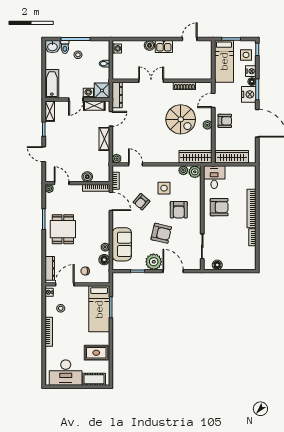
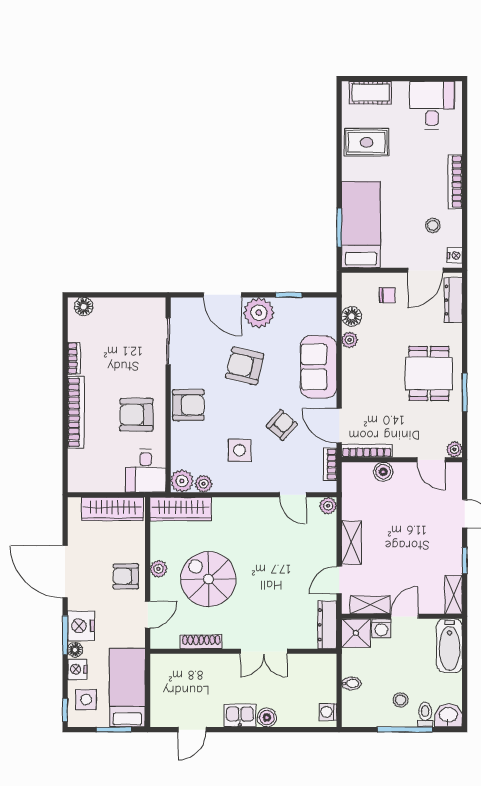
armchair: (179, 210) -> (188, 405), moved, turned 90
sofa: (122, 244) -> (319, 367), moved
floor lamp: (217, 265) -> (84, 307), moved
desk: (66, 373) -> (432, 105), width x0.73

